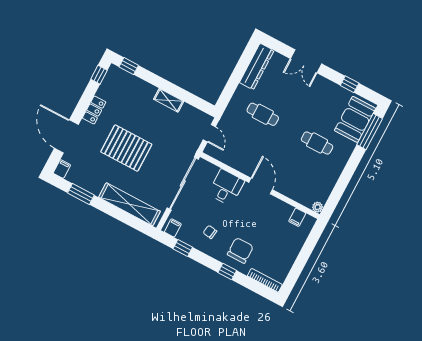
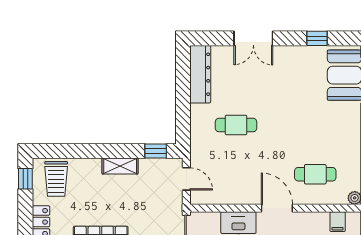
window: (129, 66) -> (156, 151), moved
trolley: (120, 86) -> (56, 179), added
cafe table: (317, 143) -> (315, 174), moved

